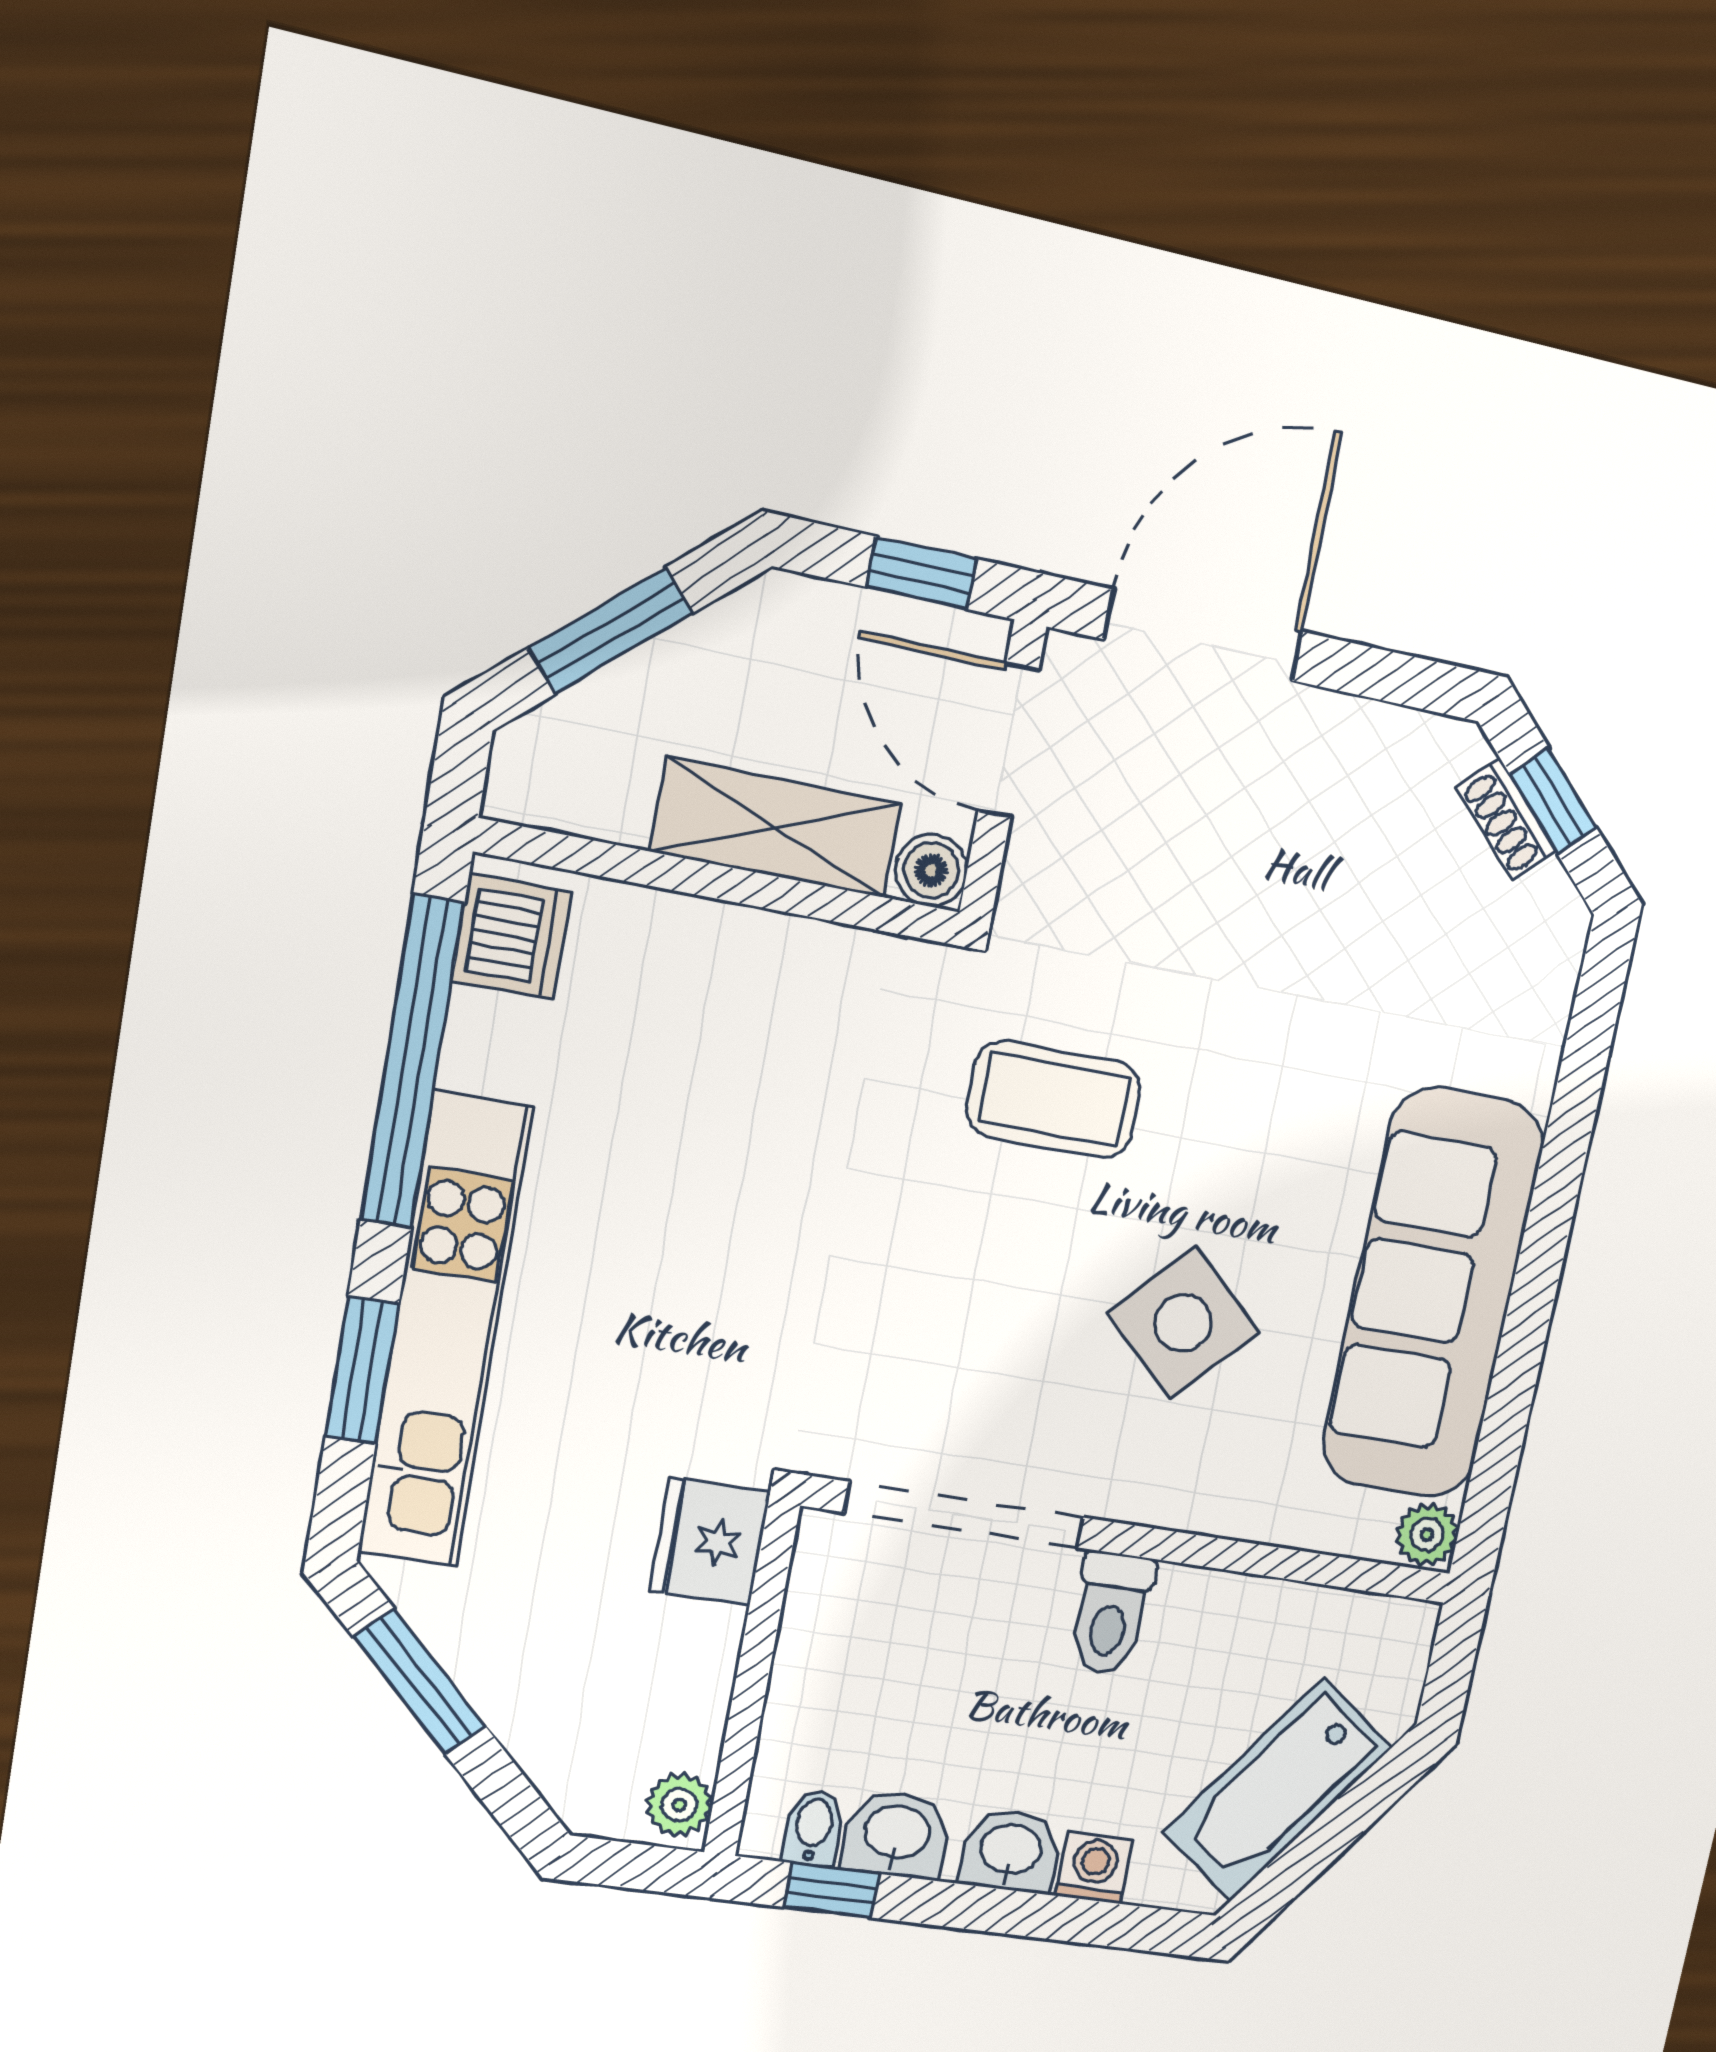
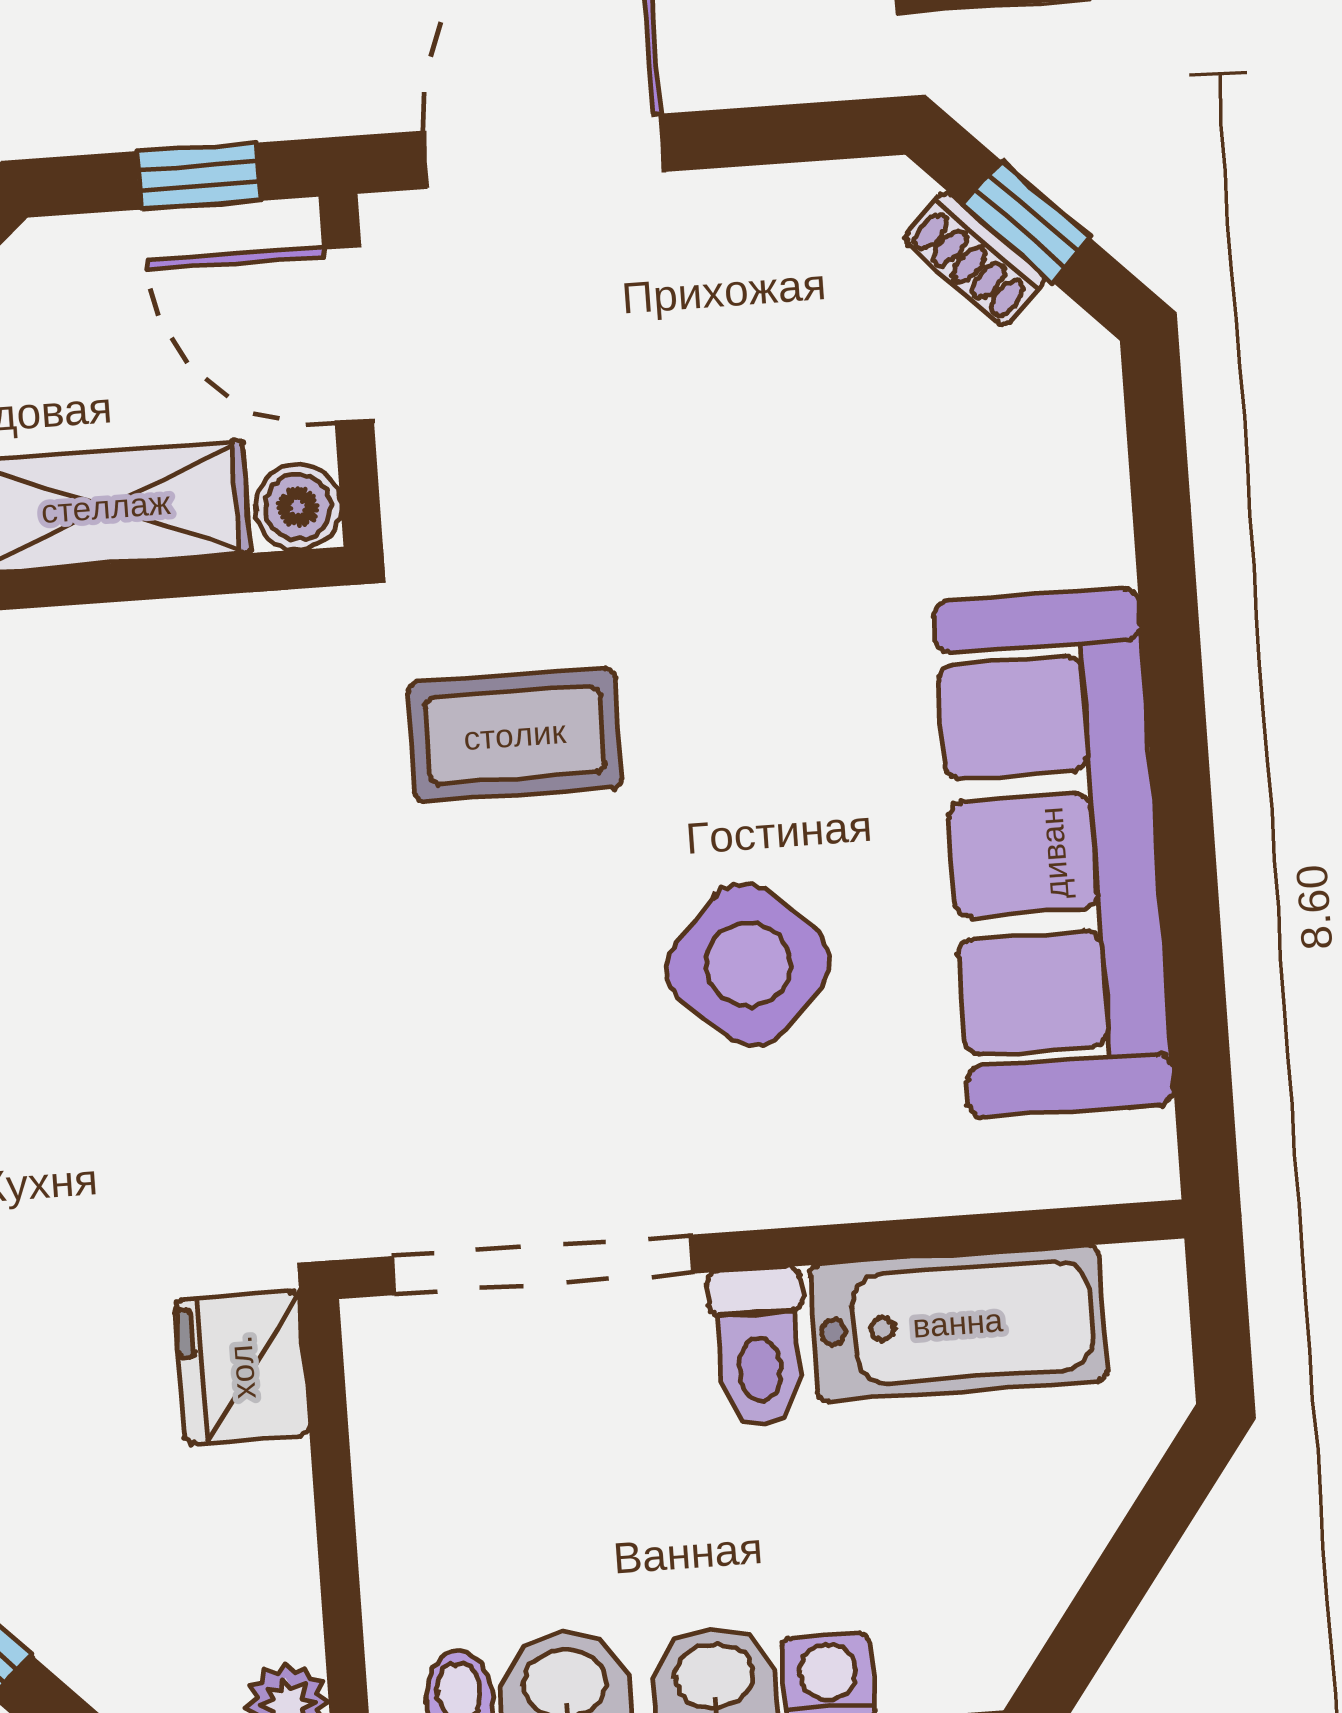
plant: (1427, 1534) -> (1137, 1156), removed
bathtub: (1277, 1790) -> (958, 1323), moved, turned -126

